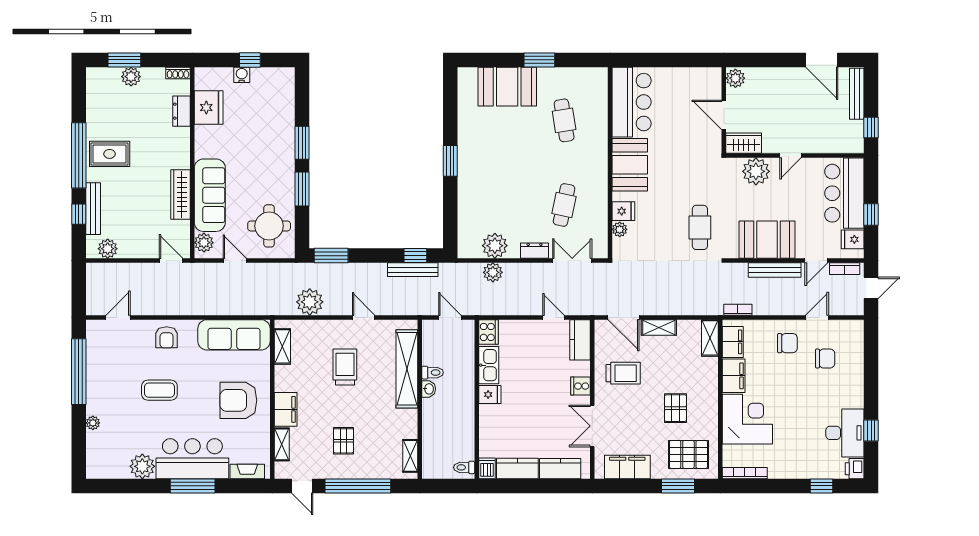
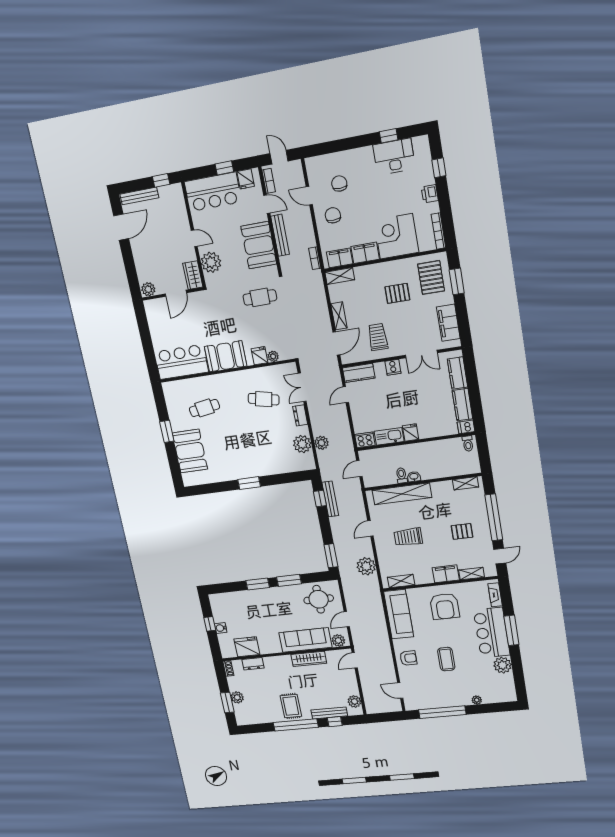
printer: (855, 469) -> (430, 194), moved, turned 90

